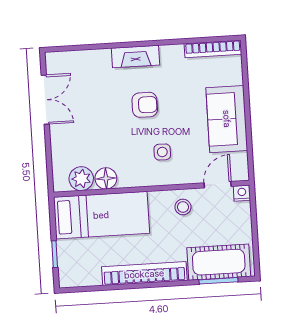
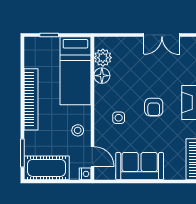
cot: (219, 262) -> (47, 168), moved, turned 90

